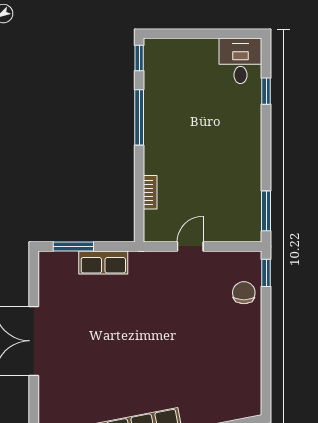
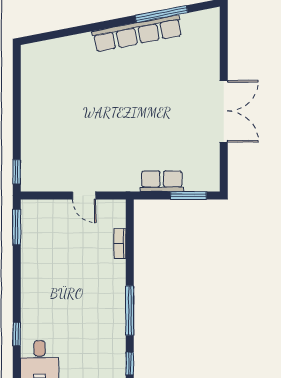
door: (190, 246) -> (84, 195), hinge flipped
chair: (244, 293) -> (37, 154), removed

